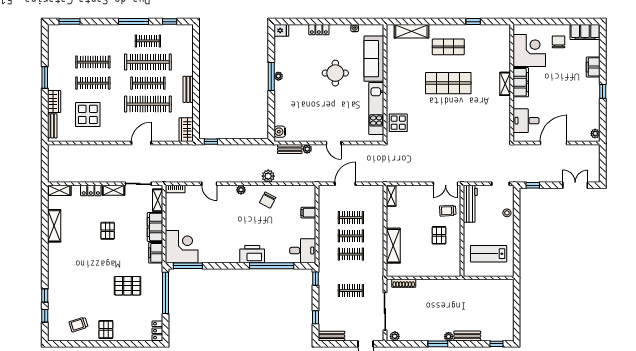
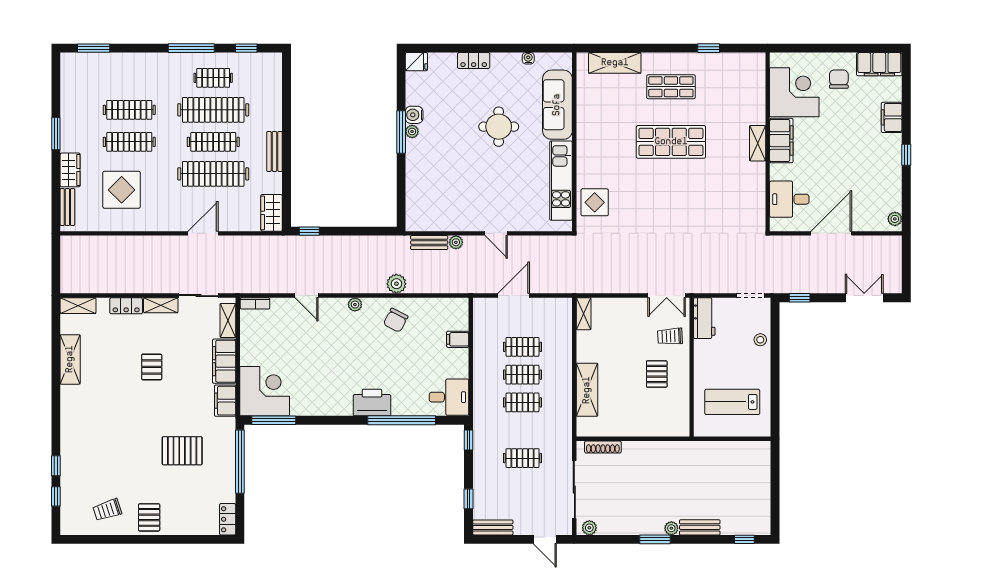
water cooler: (280, 132) -> (414, 115), moved
workbench: (470, 204) -> (704, 318), width x0.73

